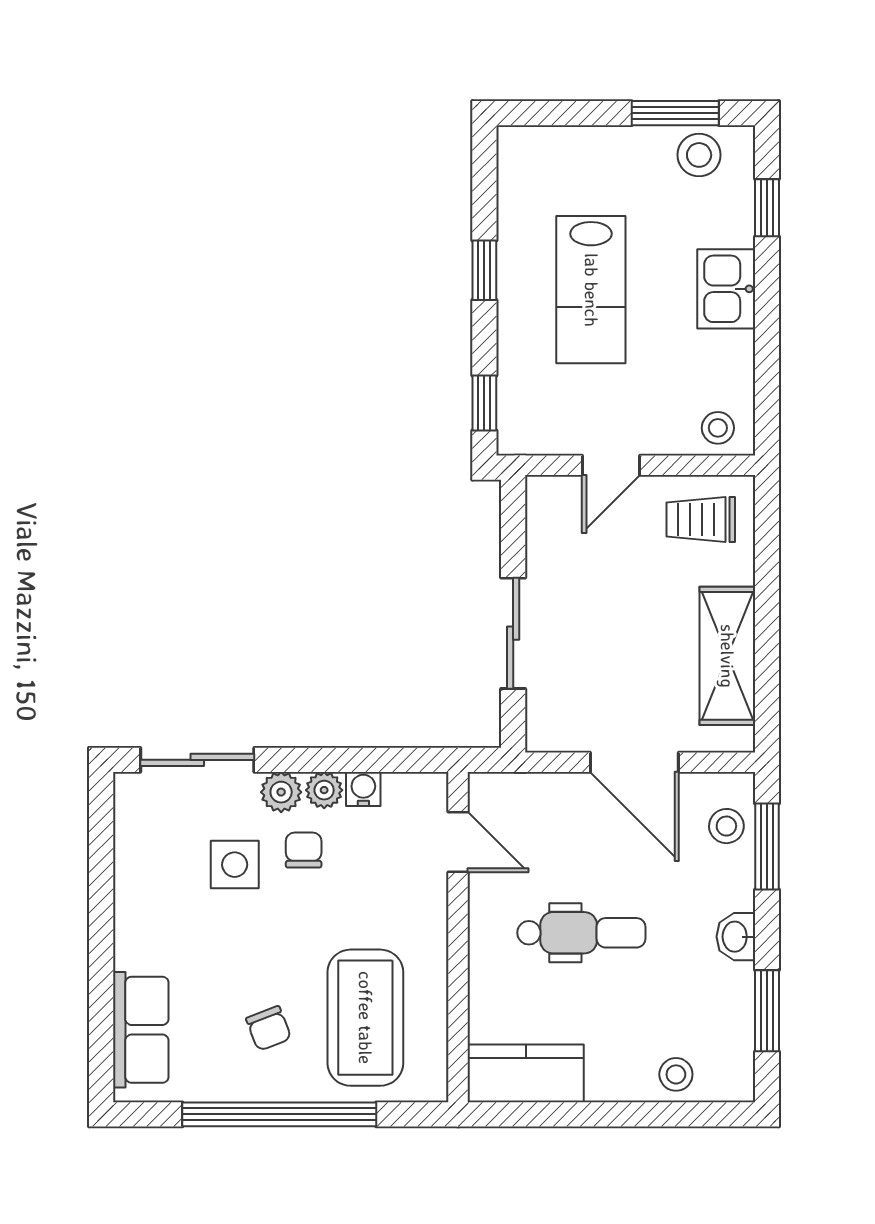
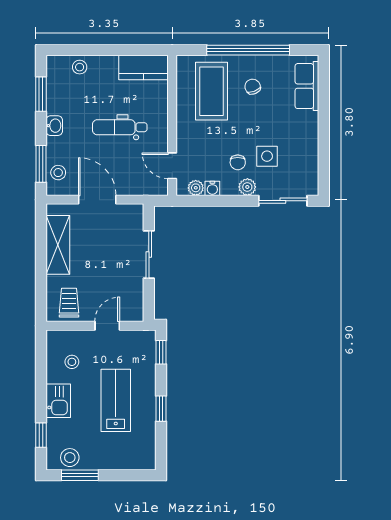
stool: (718, 428) -> (72, 362), moved
trolley: (701, 520) -> (69, 303), turned -90
plant: (324, 790) -> (196, 188), moved

